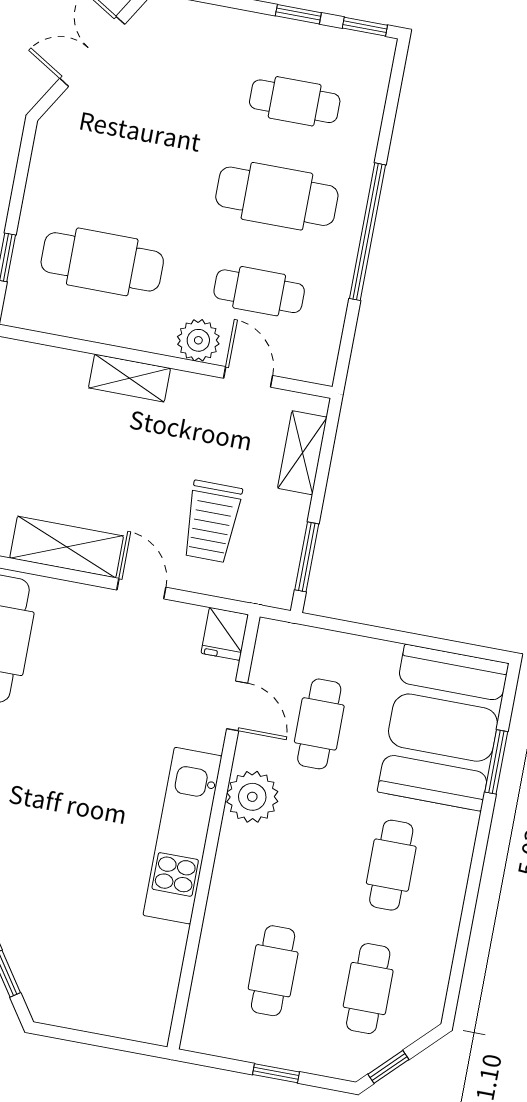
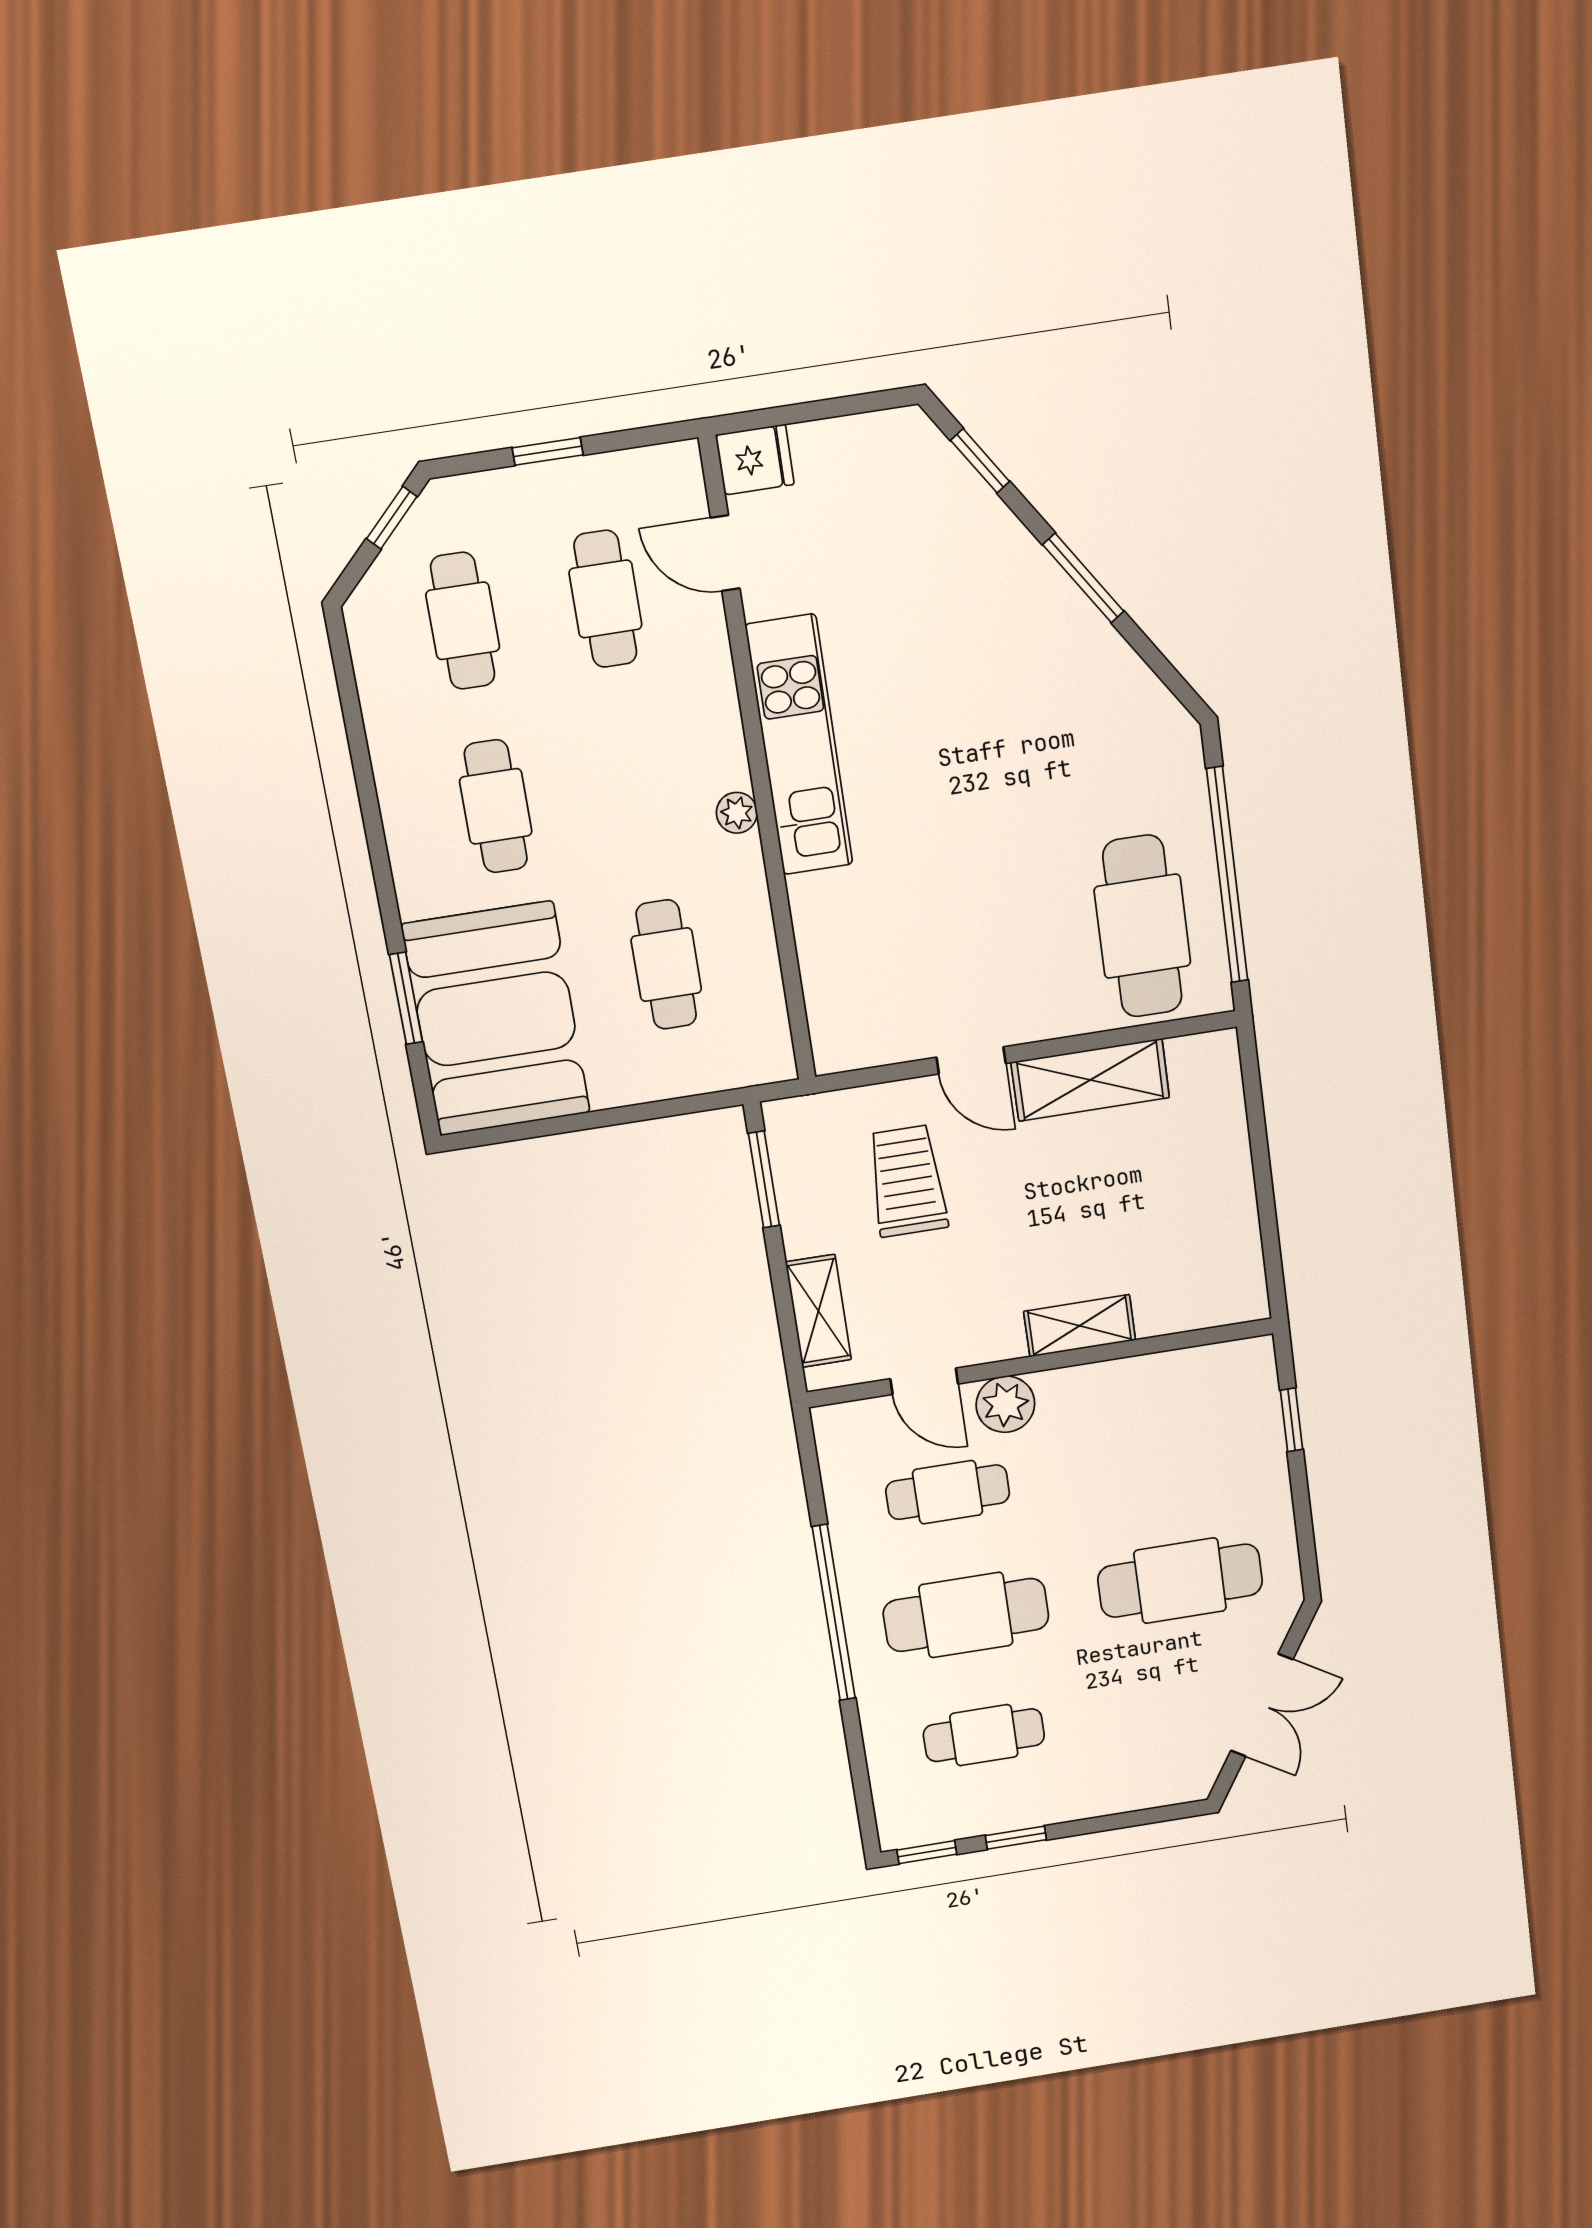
cafe table: (102, 262) -> (1180, 1581), moved
fridge: (225, 634) -> (755, 460), moved, turned 90
door: (237, 706) -> (725, 553), moved
plant: (252, 797) -> (737, 813), width x0.53, depth x0.53

